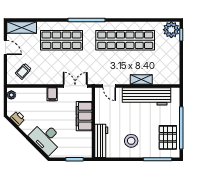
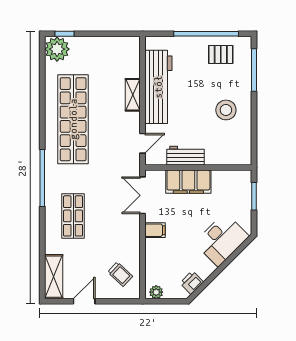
shop shelf: (61, 40) -> (73, 216), width x0.70, depth x0.74
pallet: (168, 137) -> (221, 54), width x0.67, depth x0.71
workbench: (101, 141) -> (186, 156), moved, width x0.73

